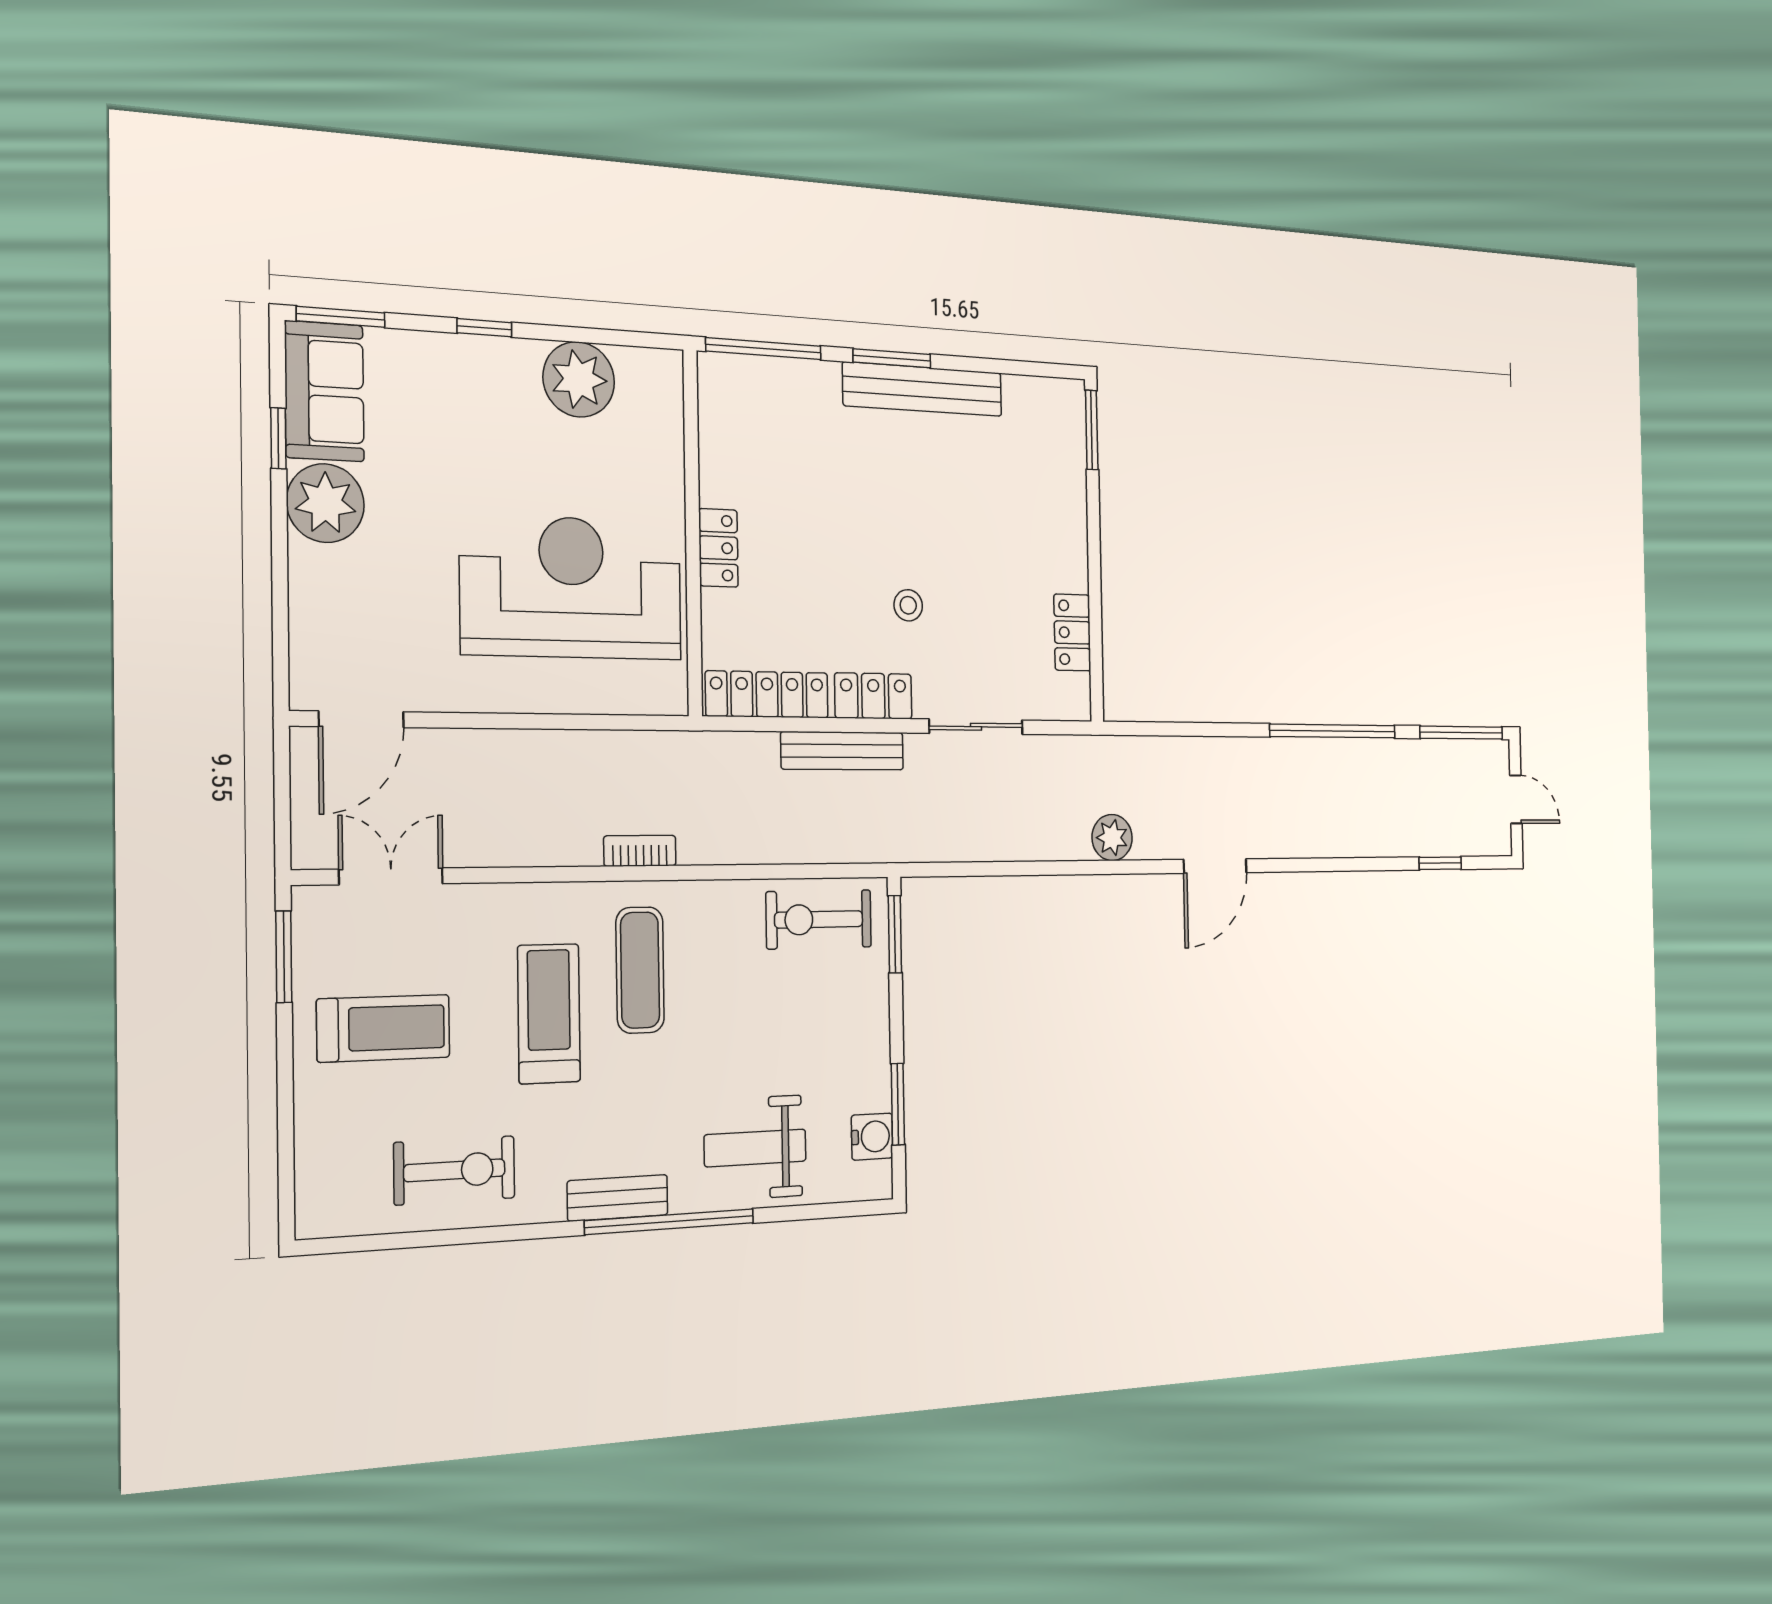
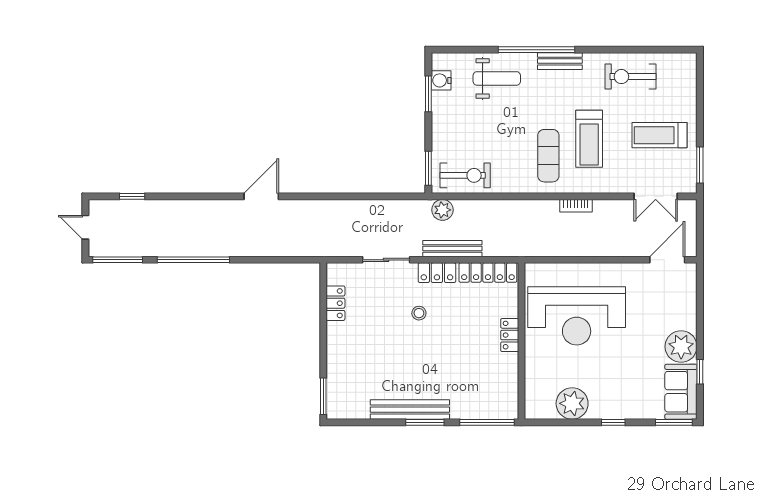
plant: (1112, 838) -> (442, 210), moved
bookcase: (640, 851) -> (576, 206), moved

